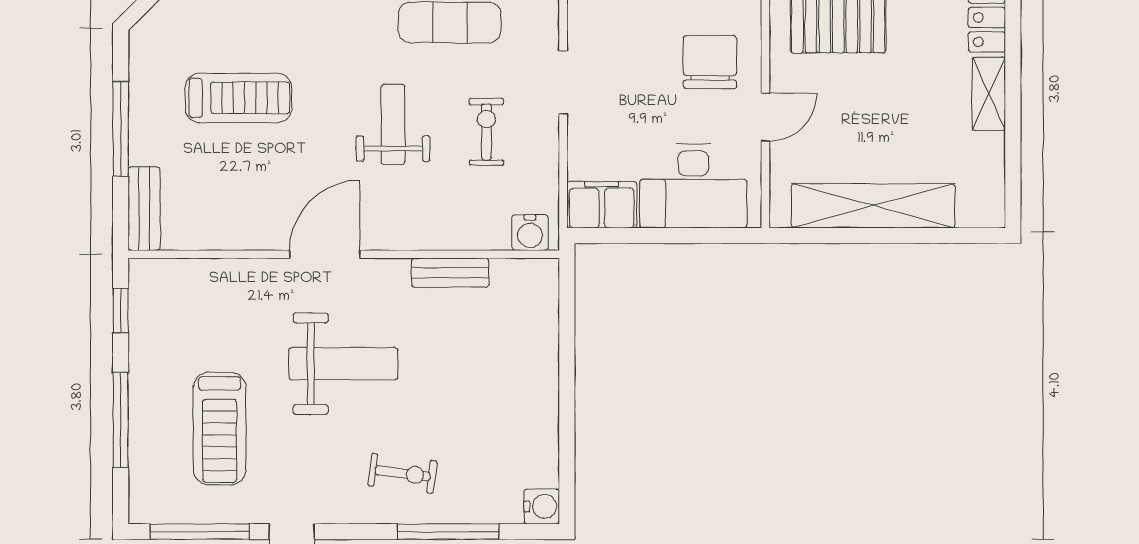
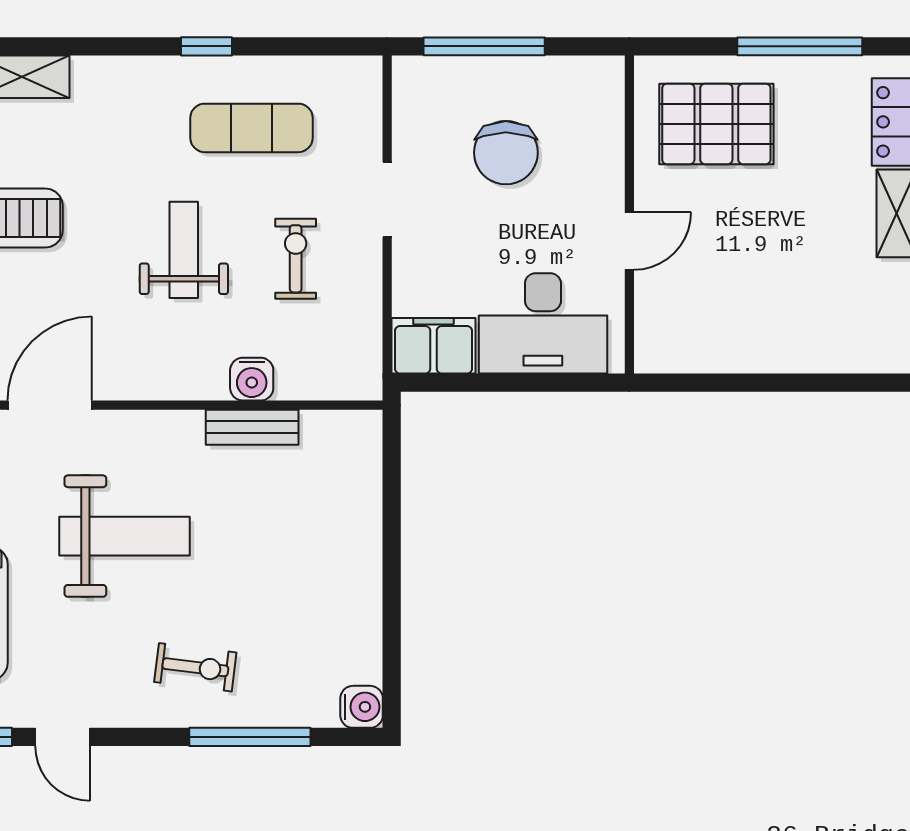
chair: (710, 62) -> (506, 153), moved, turned 180
shelving: (873, 206) -> (758, 347), removed
water cooler: (530, 232) -> (252, 379), moved
door: (325, 254) -> (50, 405), moved

